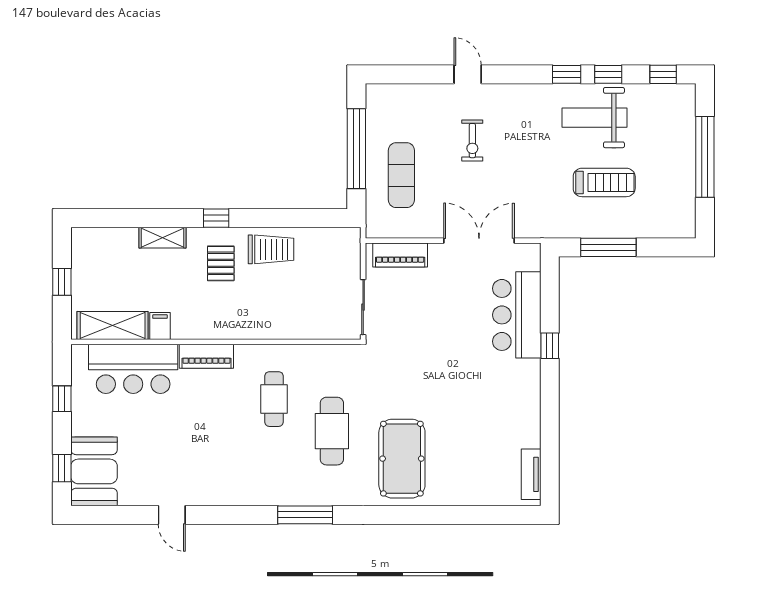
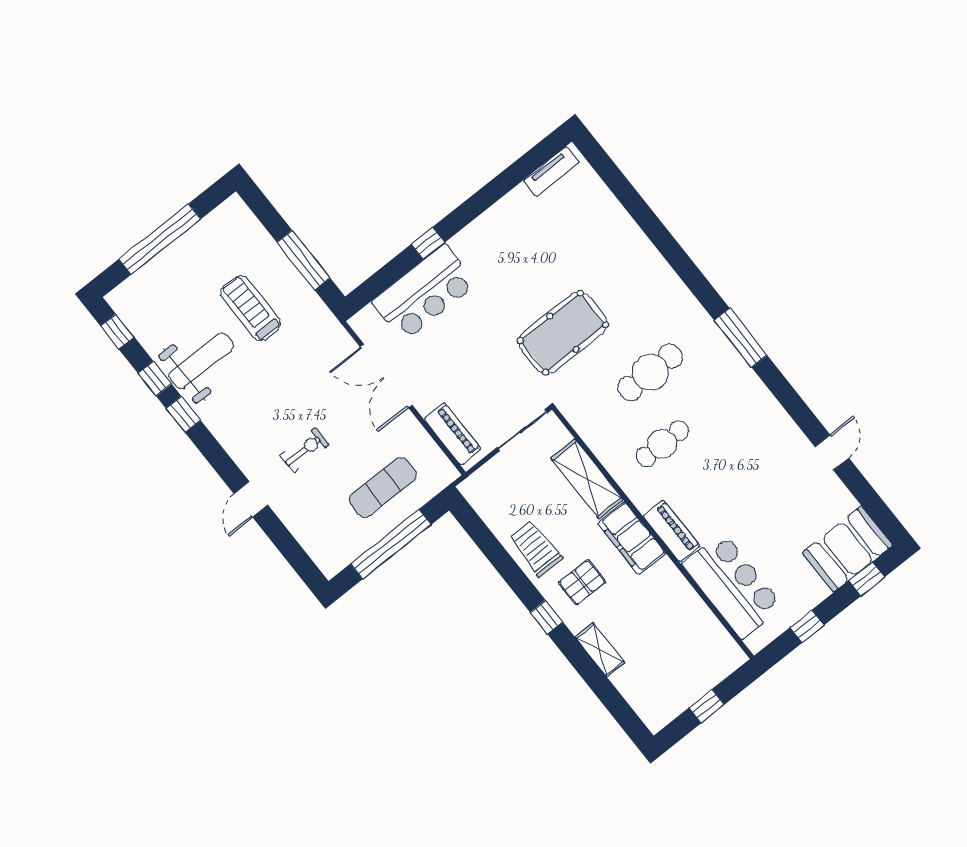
weight bench: (595, 118) -> (201, 361), turned -90
shelving: (113, 325) -> (587, 479), moved
filing cabinet: (160, 326) -> (632, 538), moved, width x3.00, depth x1.17
pool table: (402, 459) -> (563, 333), moved

